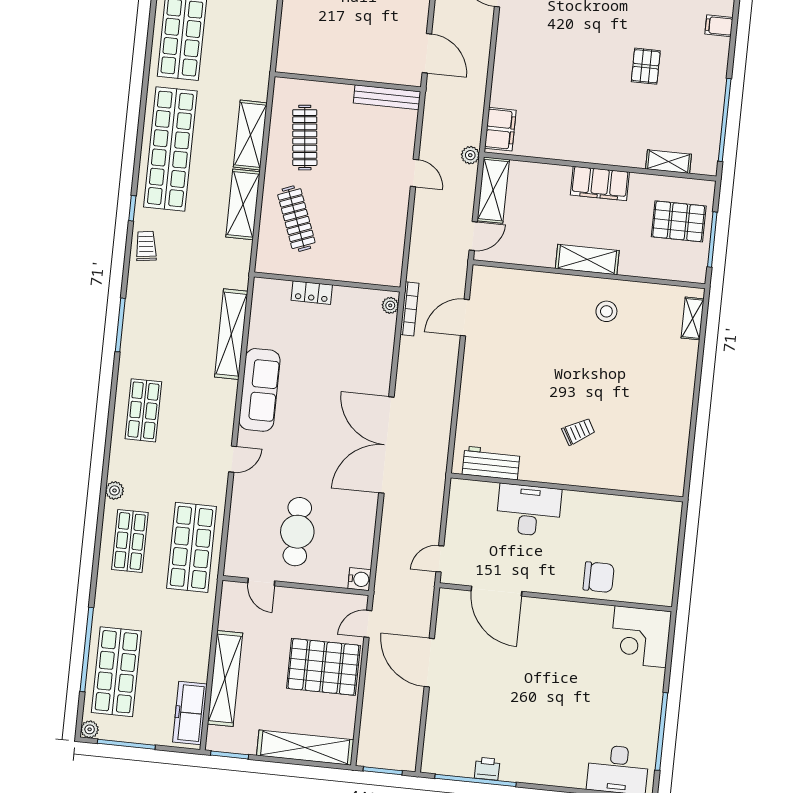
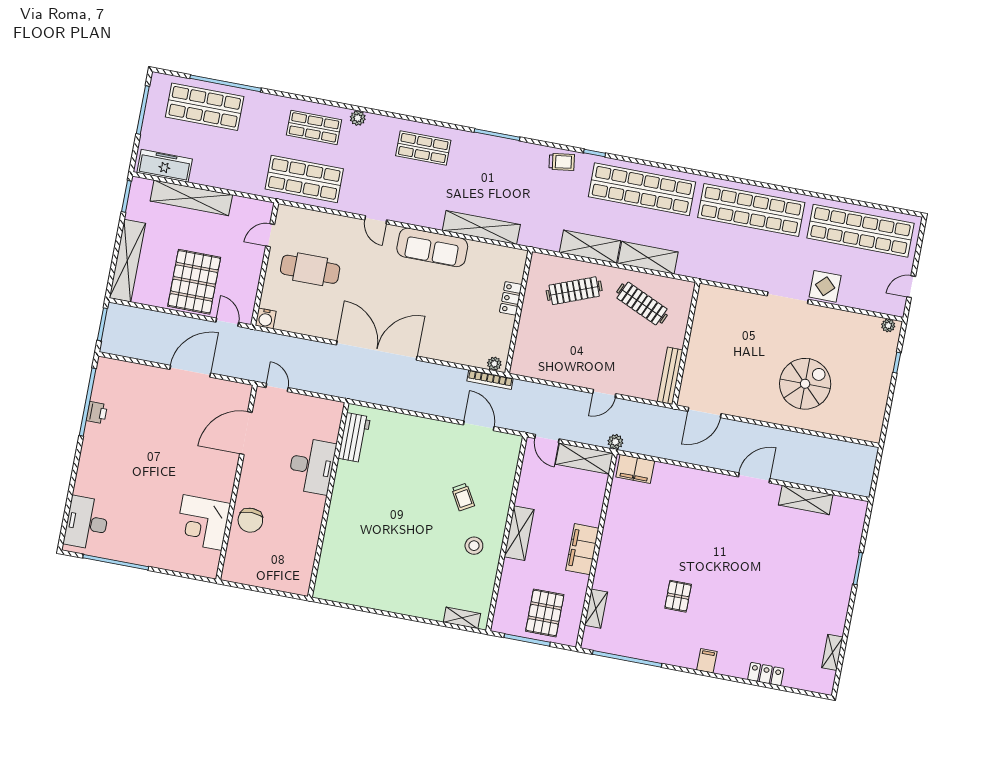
pallet: (646, 66) -> (678, 596), turned 90
clothes rail: (305, 138) -> (642, 304), turned 30
trolley: (578, 431) -> (463, 497), moved
corner desk: (640, 637) -> (203, 523), moved, turned -90
plant: (90, 729) -> (158, 80), removed

